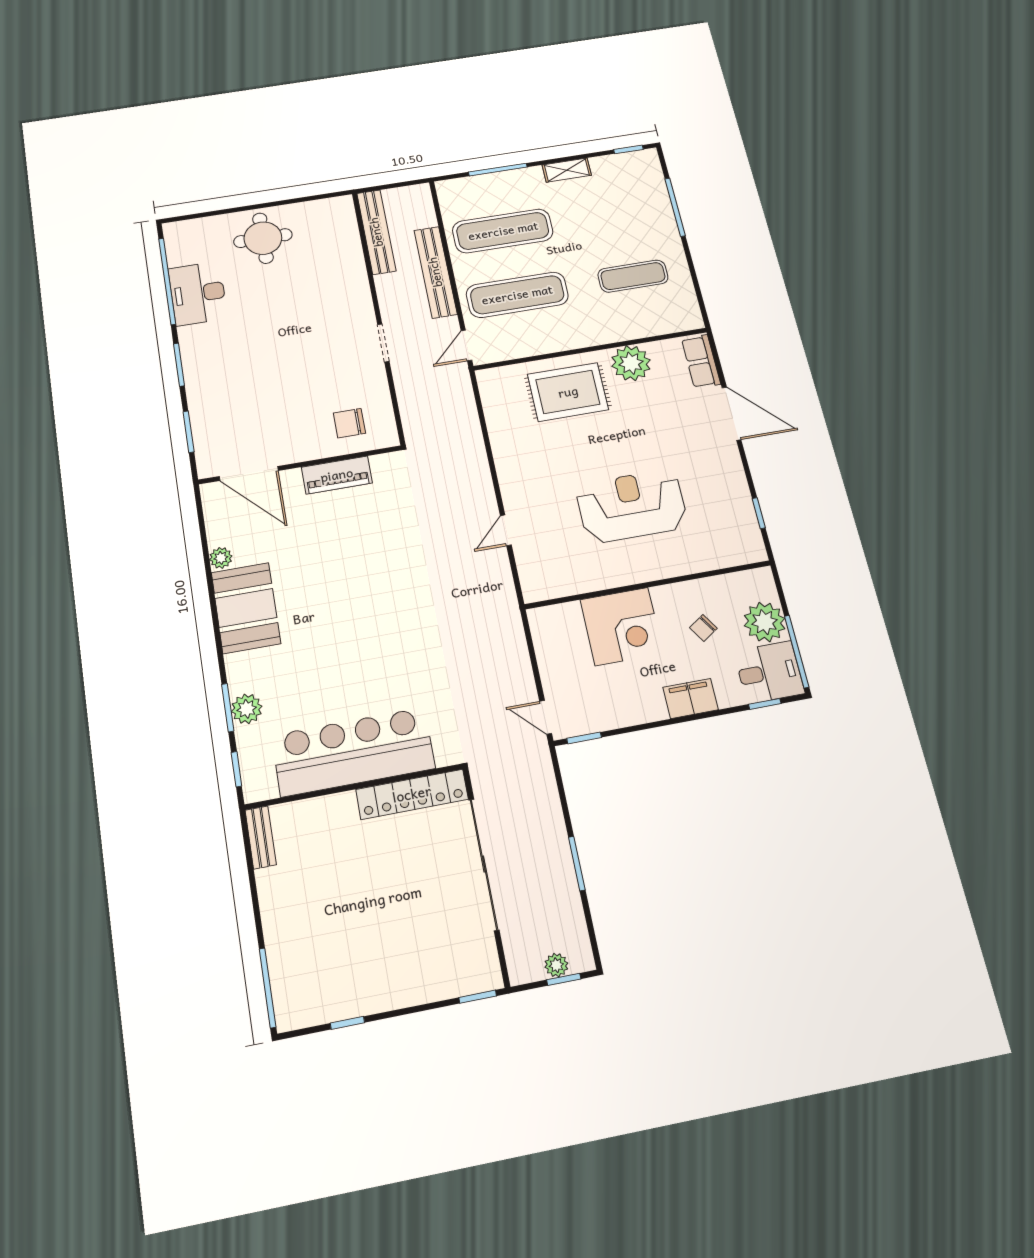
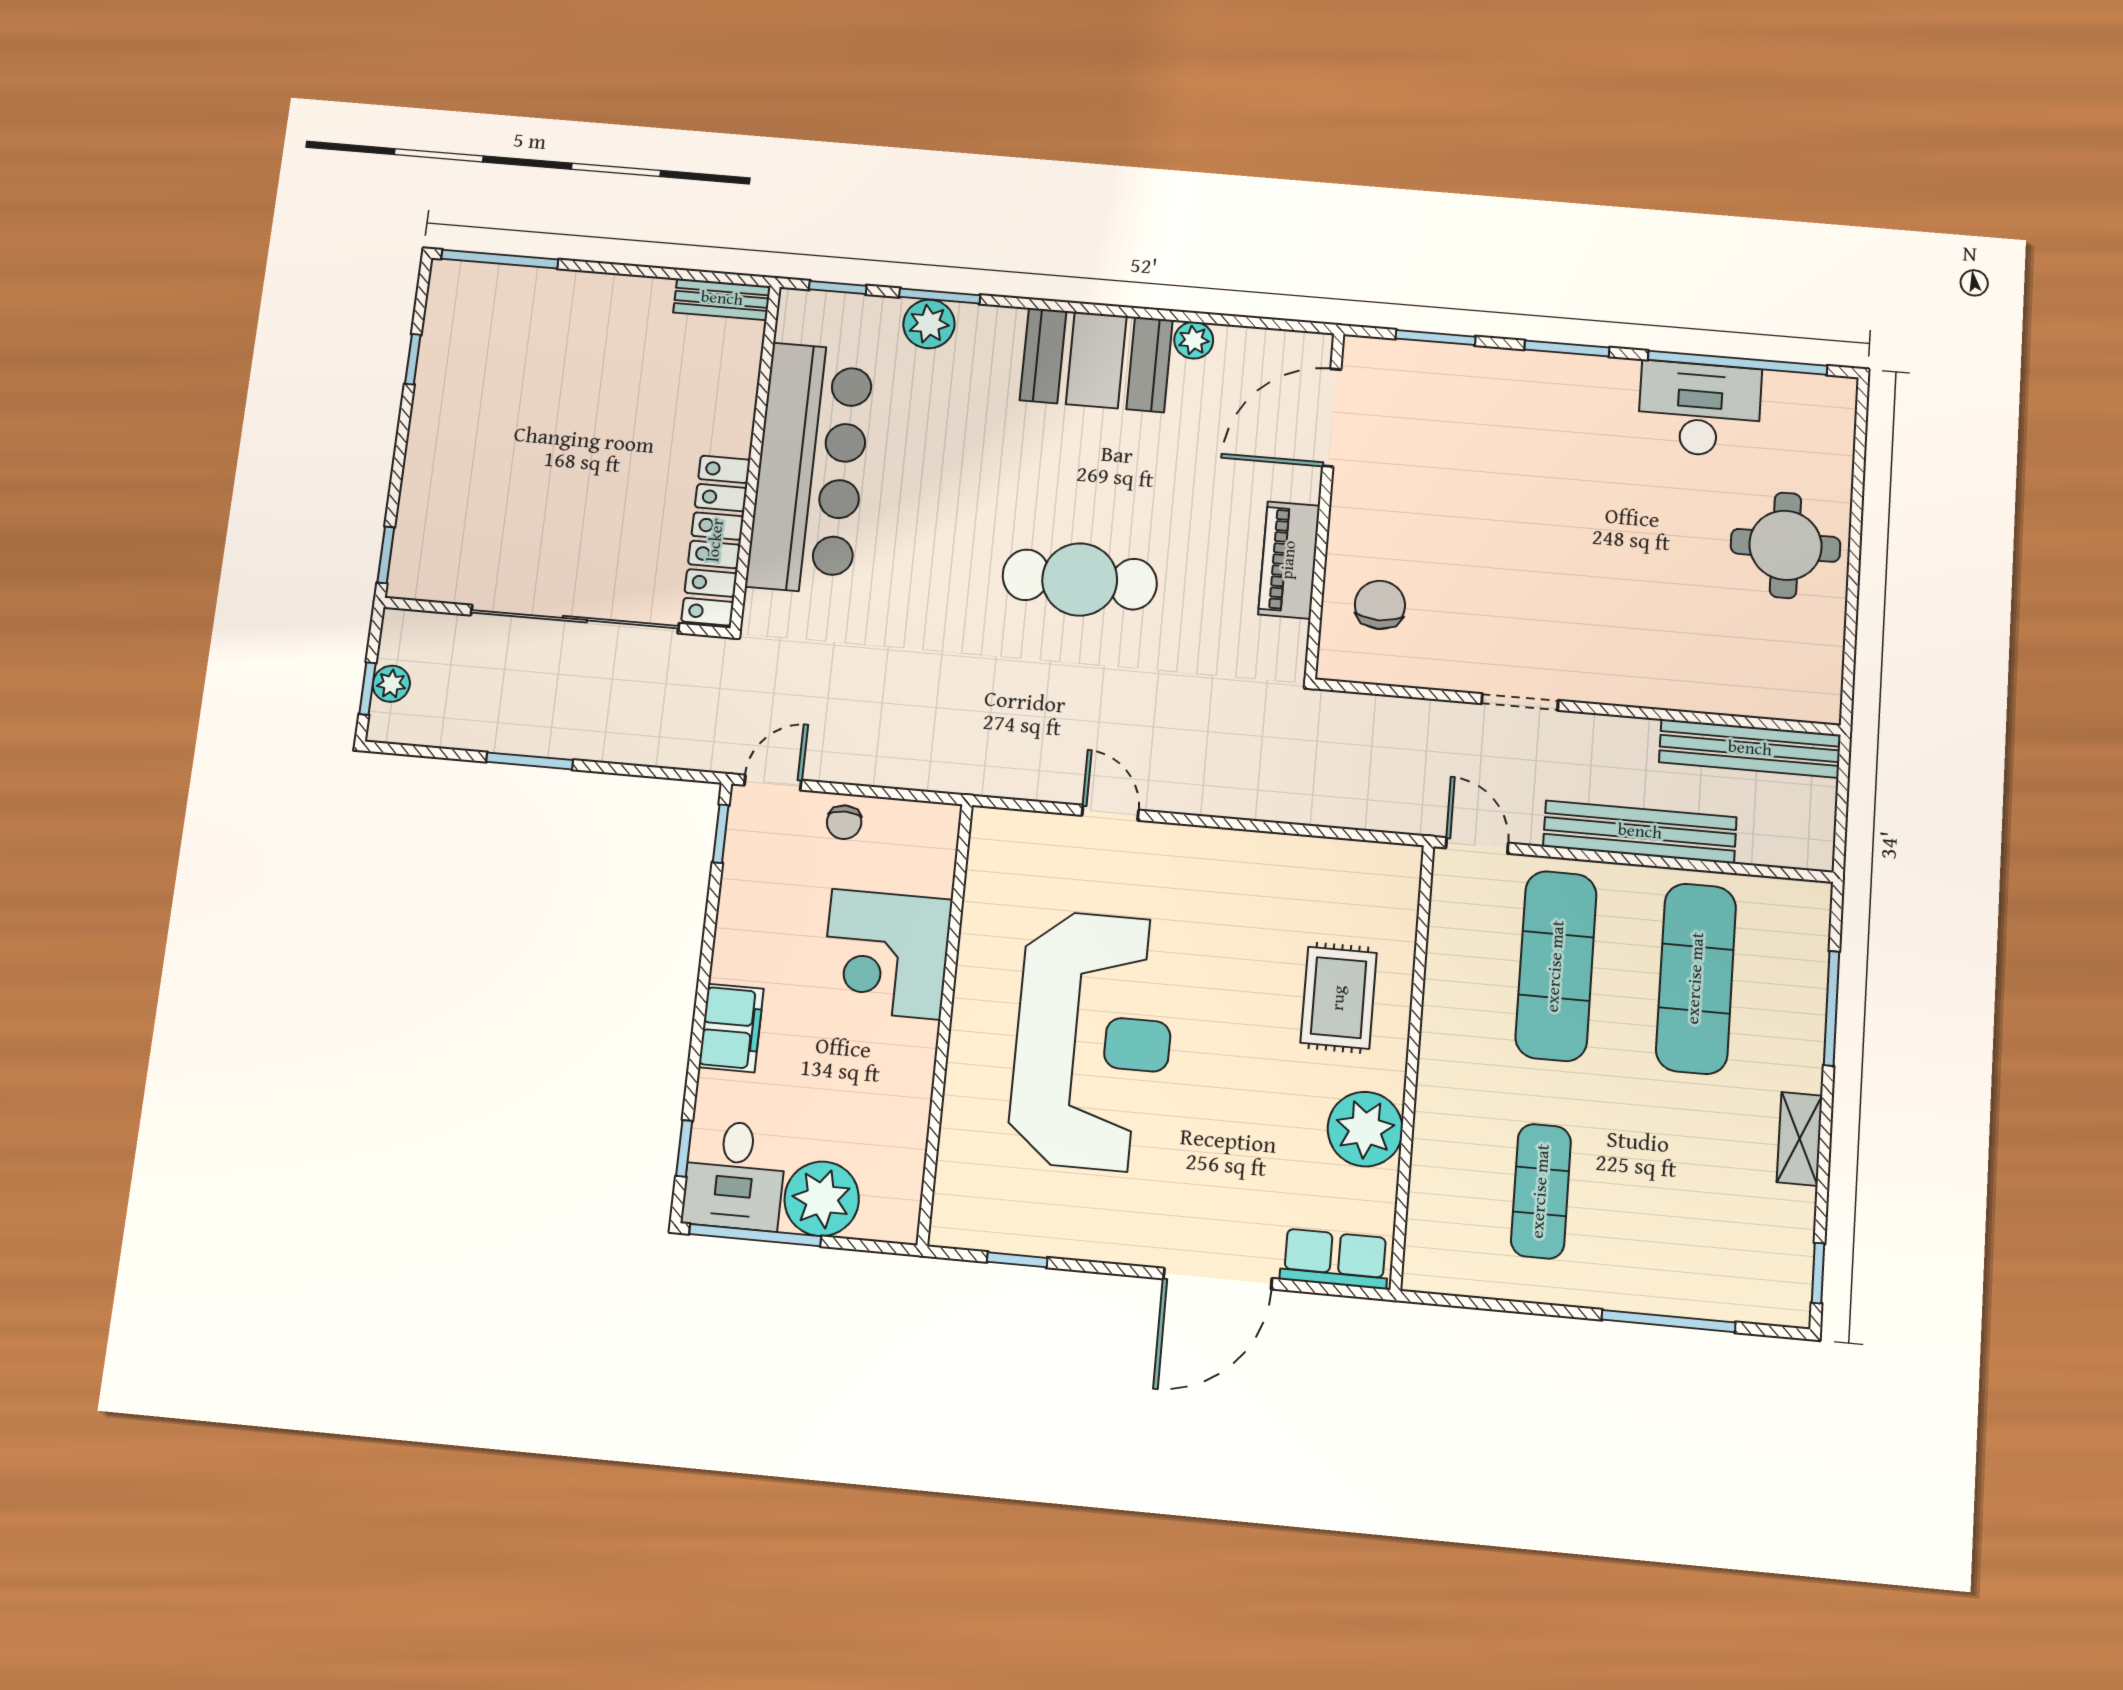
rug: (568, 392) -> (1339, 998), width x0.73, depth x0.70
reception desk: (632, 506) -> (1093, 1041), width x1.36, depth x1.30
cafe table: (379, 582) -> (1080, 579), added
chair: (703, 628) -> (844, 822), moved, turned -147

